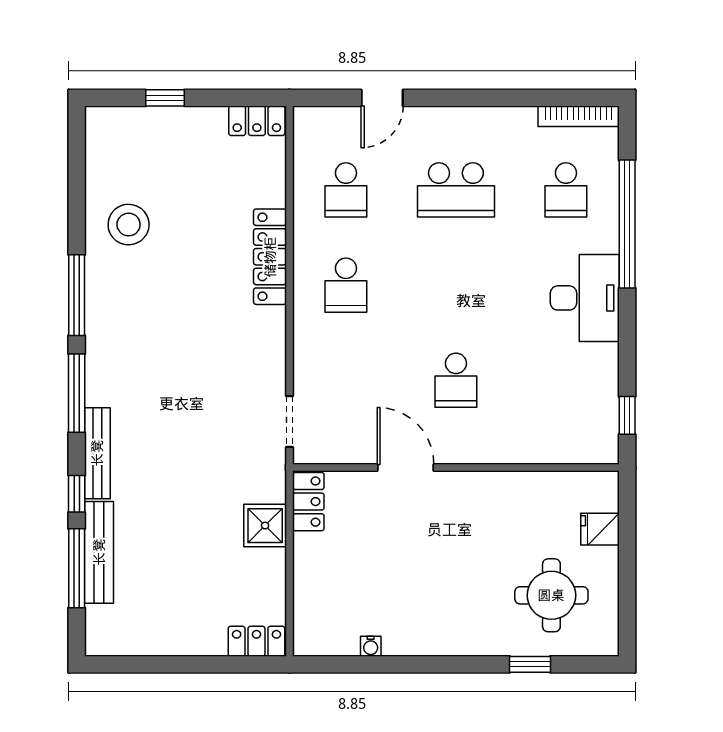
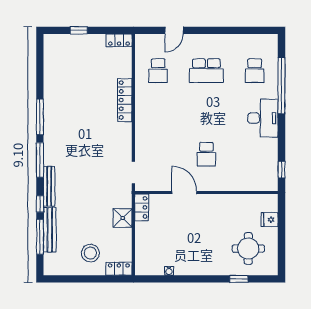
bookcase: (579, 116) -> (260, 38), removed
stool: (129, 225) -> (90, 253), moved
school desk: (346, 285) -> (158, 112), removed

